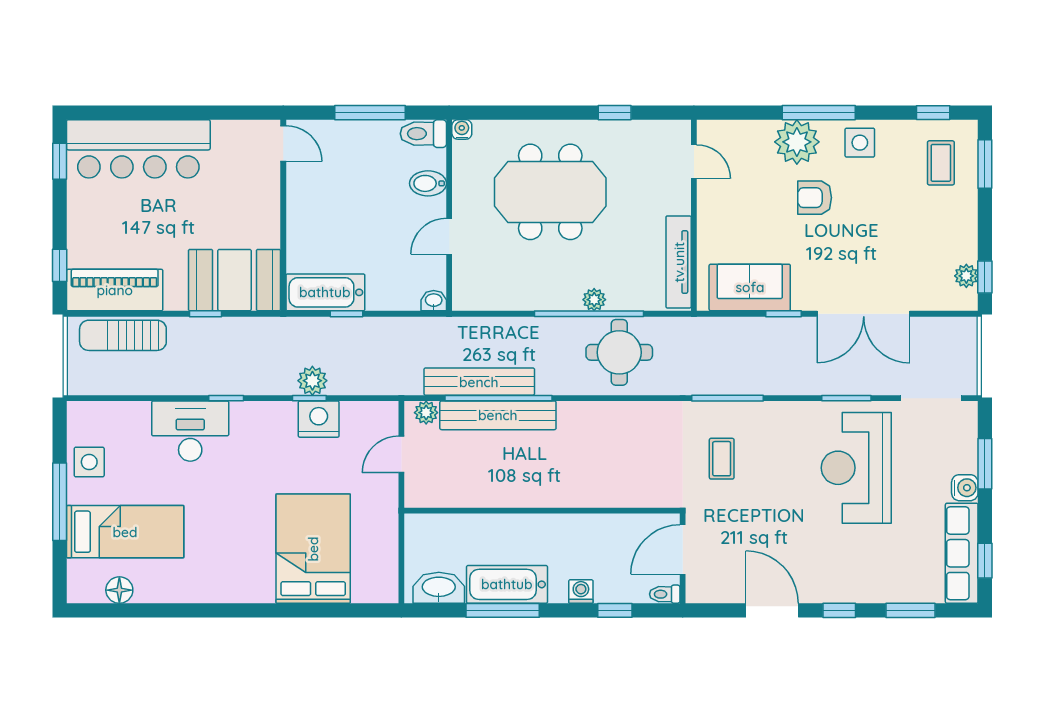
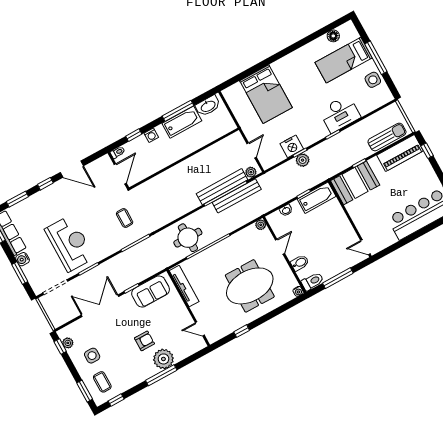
side table: (860, 143) -> (92, 356), moved
plant: (594, 300) -> (261, 225), moved
washbasin: (434, 301) -> (286, 210), moved

